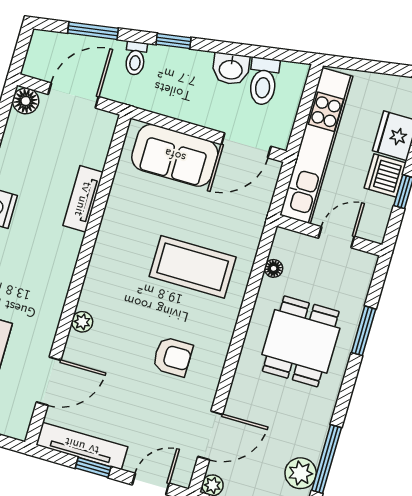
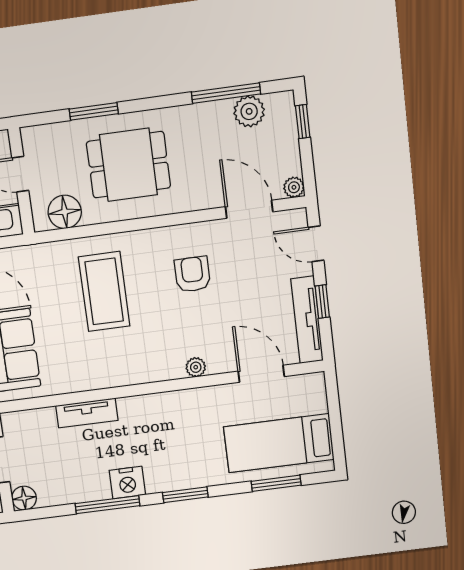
floor lamp: (274, 268) -> (65, 212), width x1.89, depth x1.89

